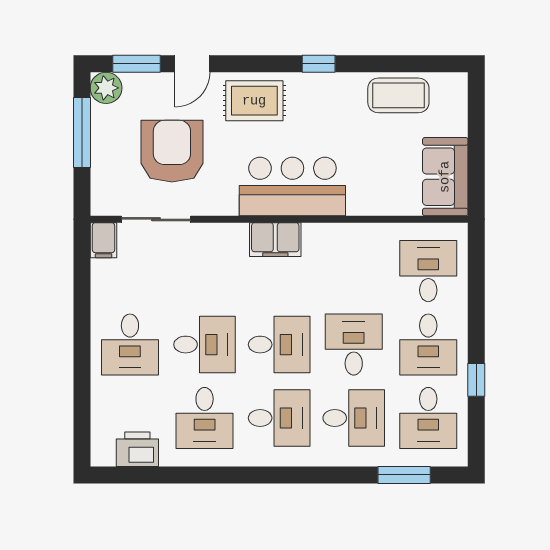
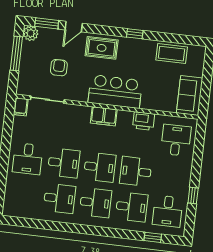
armchair: (172, 151) -> (59, 68), width x0.53, depth x0.53
desk: (354, 345) -> (136, 171), turned -90
desk: (428, 345) -> (172, 176), removed
desk: (205, 418) -> (59, 198), turned -90
printer: (137, 449) -> (144, 121), moved, turned 180
window: (404, 475) -> (153, 237), width x0.67

